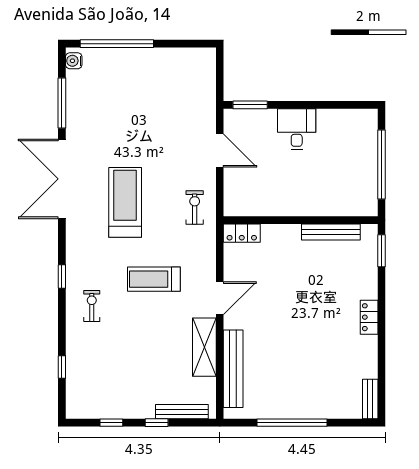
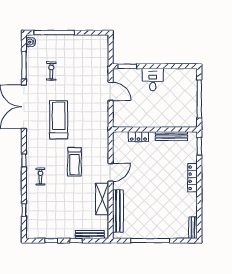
exercise bike: (195, 207) -> (51, 71), moved
locker: (242, 233) -> (138, 137), moved
treadmill: (154, 279) -> (74, 162), turned -90
locker: (369, 317) -> (192, 178), width x1.53

